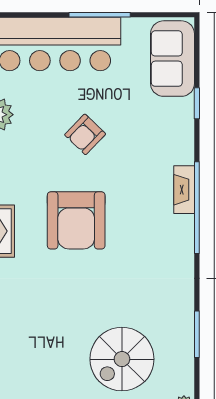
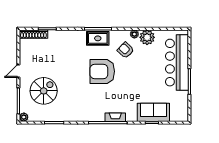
sofa: (172, 59) -> (153, 112), moved
armchair: (85, 134) -> (126, 50), moved
spiral stairs: (122, 359) -> (44, 91), turned 90

